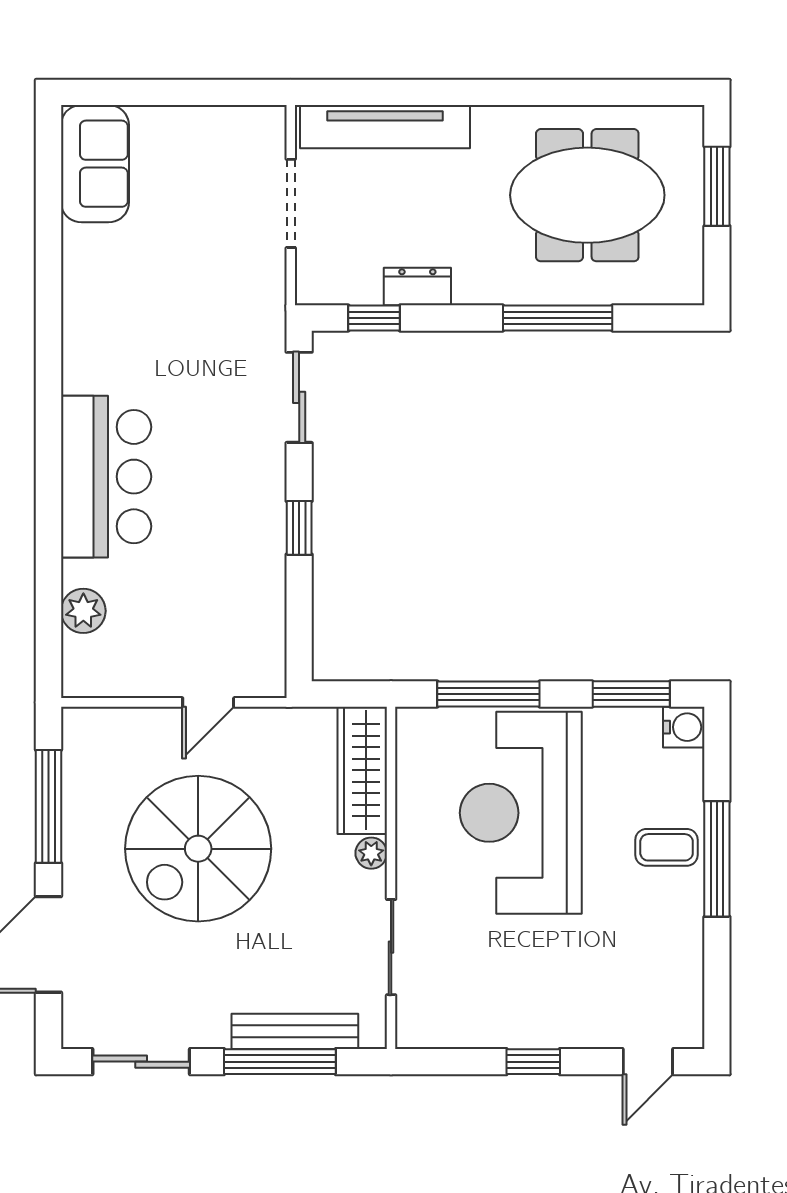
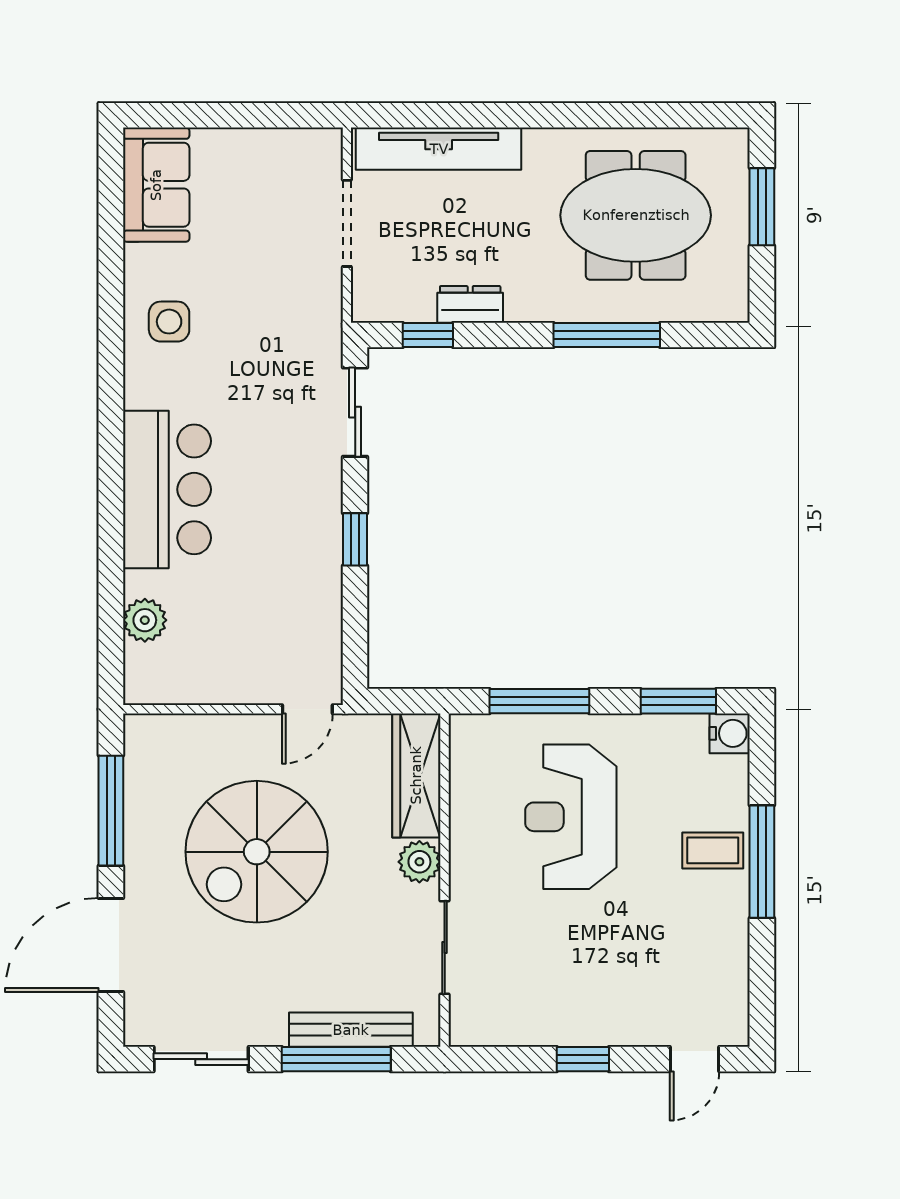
side table: (108, 304) -> (169, 322), added
door: (208, 702) -> (307, 709), moved
reception desk: (521, 813) -> (571, 817), width x0.74, depth x0.77
plant: (371, 853) -> (419, 862), width x1.38, depth x1.38

